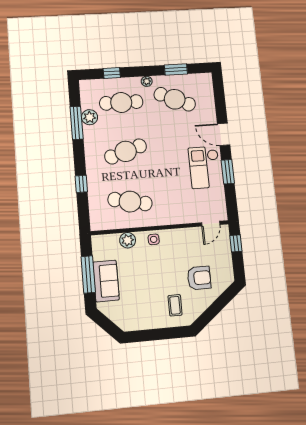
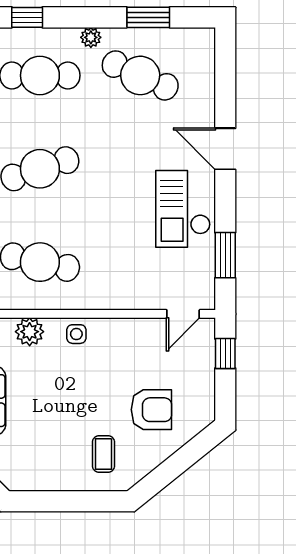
window: (228, 172) -> (225, 255), moved

